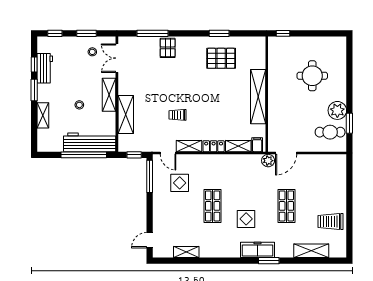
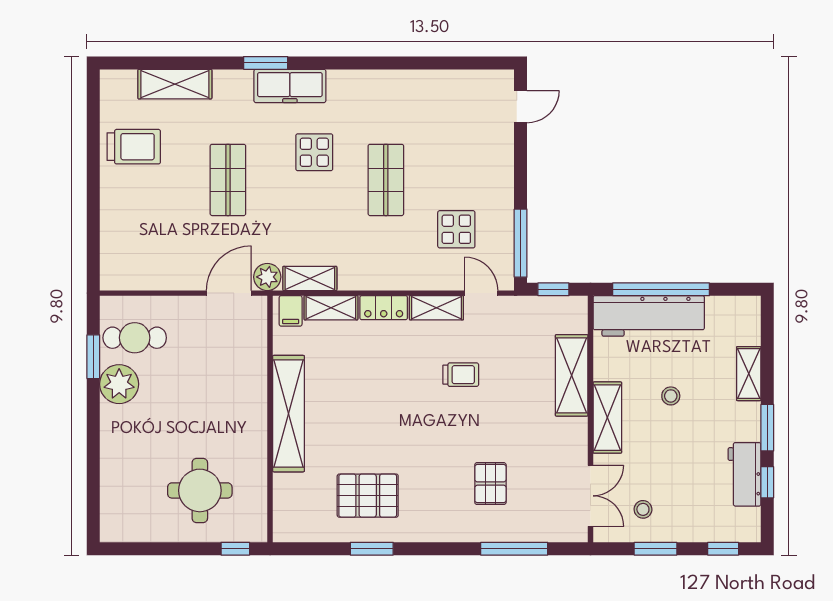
pallet: (168, 48) -> (490, 484), moved
round table: (312, 76) -> (200, 490), moved
shelving: (186, 252) -> (310, 278), moved

